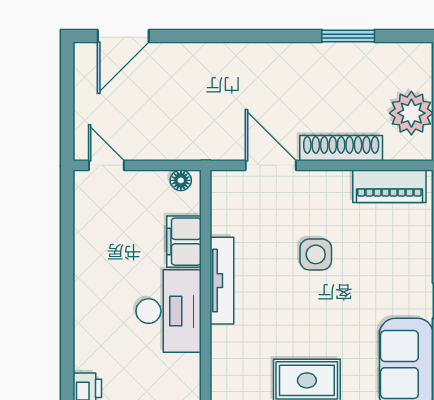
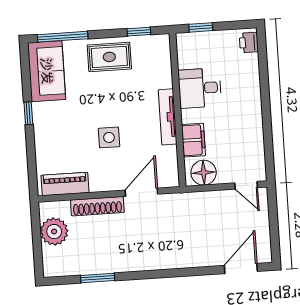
door: (271, 165) -> (141, 192), swing flipped
floor lamp: (181, 180) -> (204, 173), width x1.89, depth x1.89
desk: (169, 311) -> (200, 88), width x0.73

